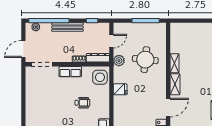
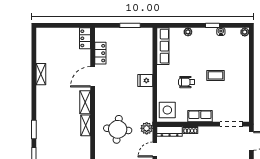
fridge: (120, 89) -> (145, 80), moved
coffee table: (56, 109) -> (216, 75), added

